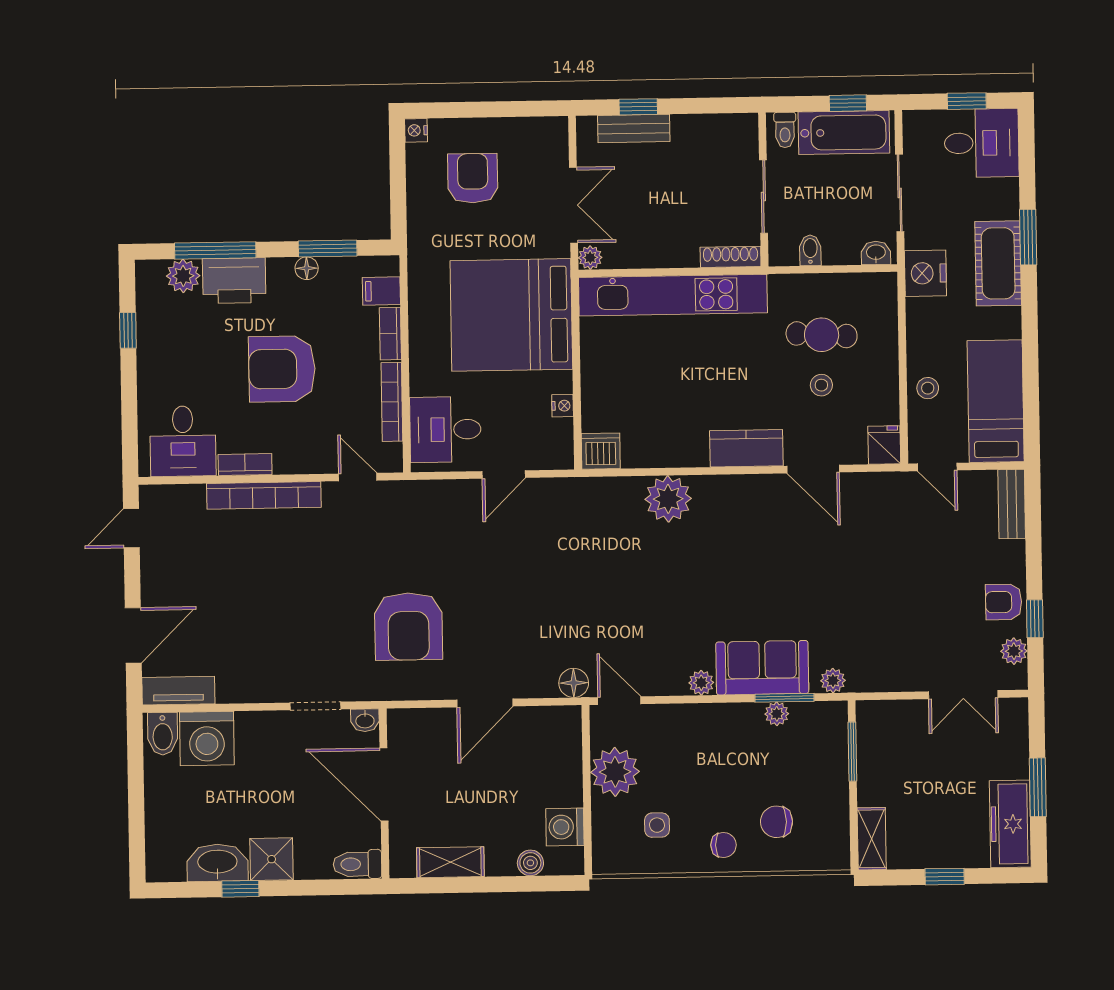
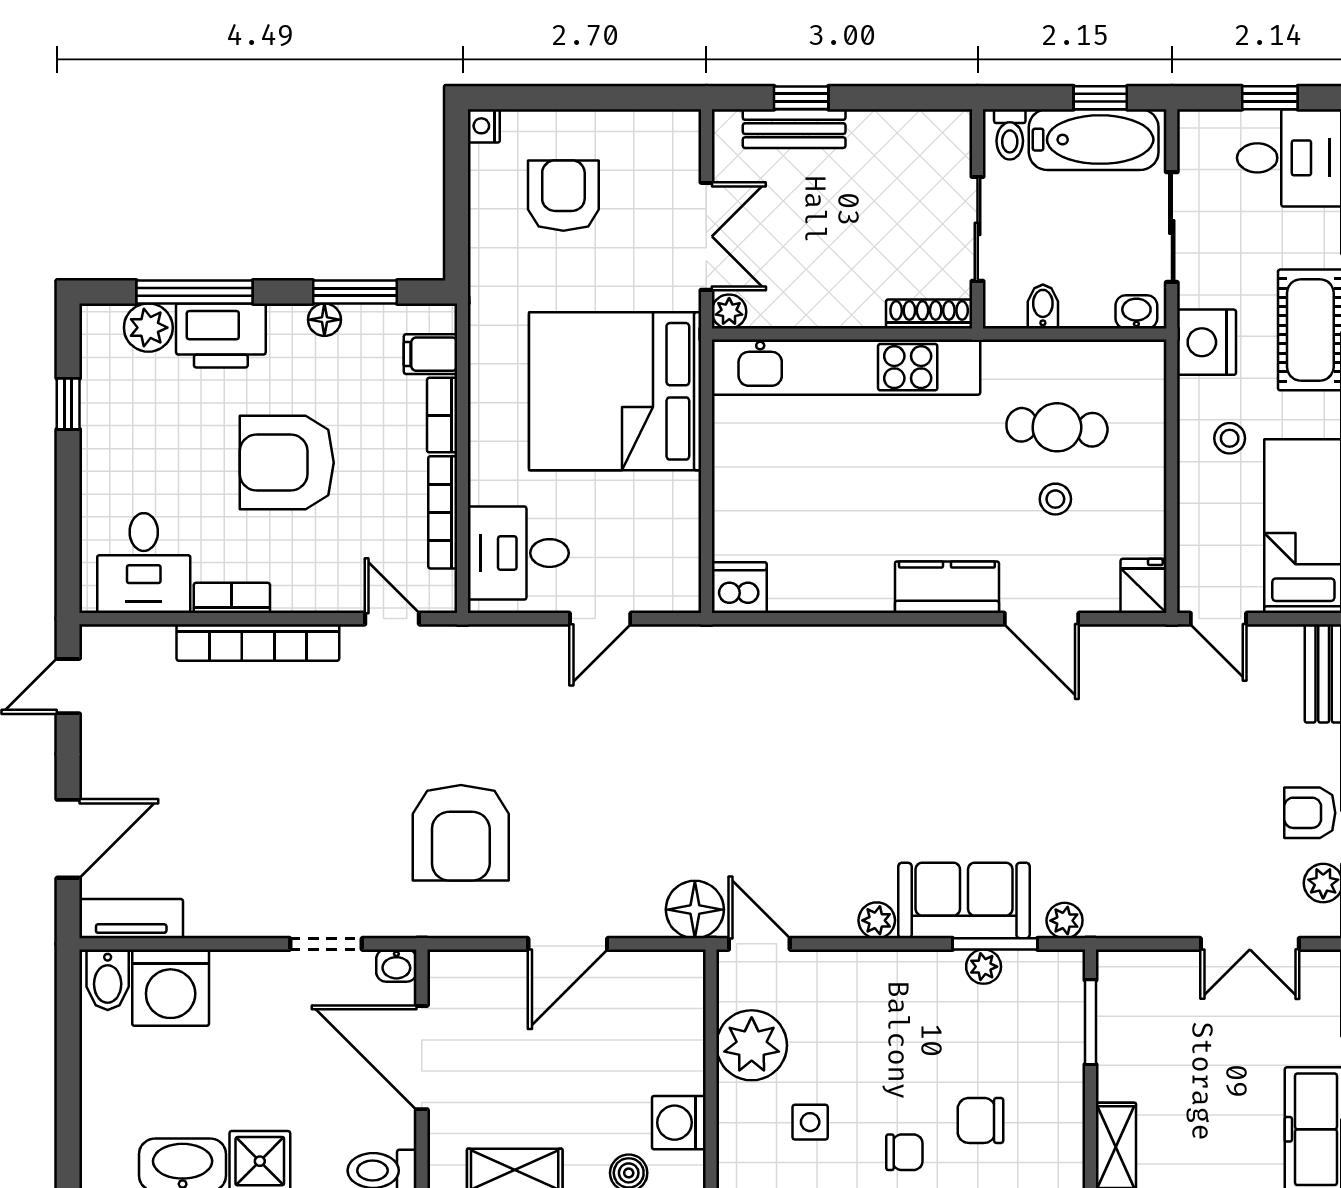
stool: (928, 388) -> (1230, 438), moved
nightstand: (563, 406) -> (686, 522), removed
plant: (668, 499) -> (834, 657), removed
floor lamp: (574, 683) -> (695, 910), width x1.38, depth x1.38

